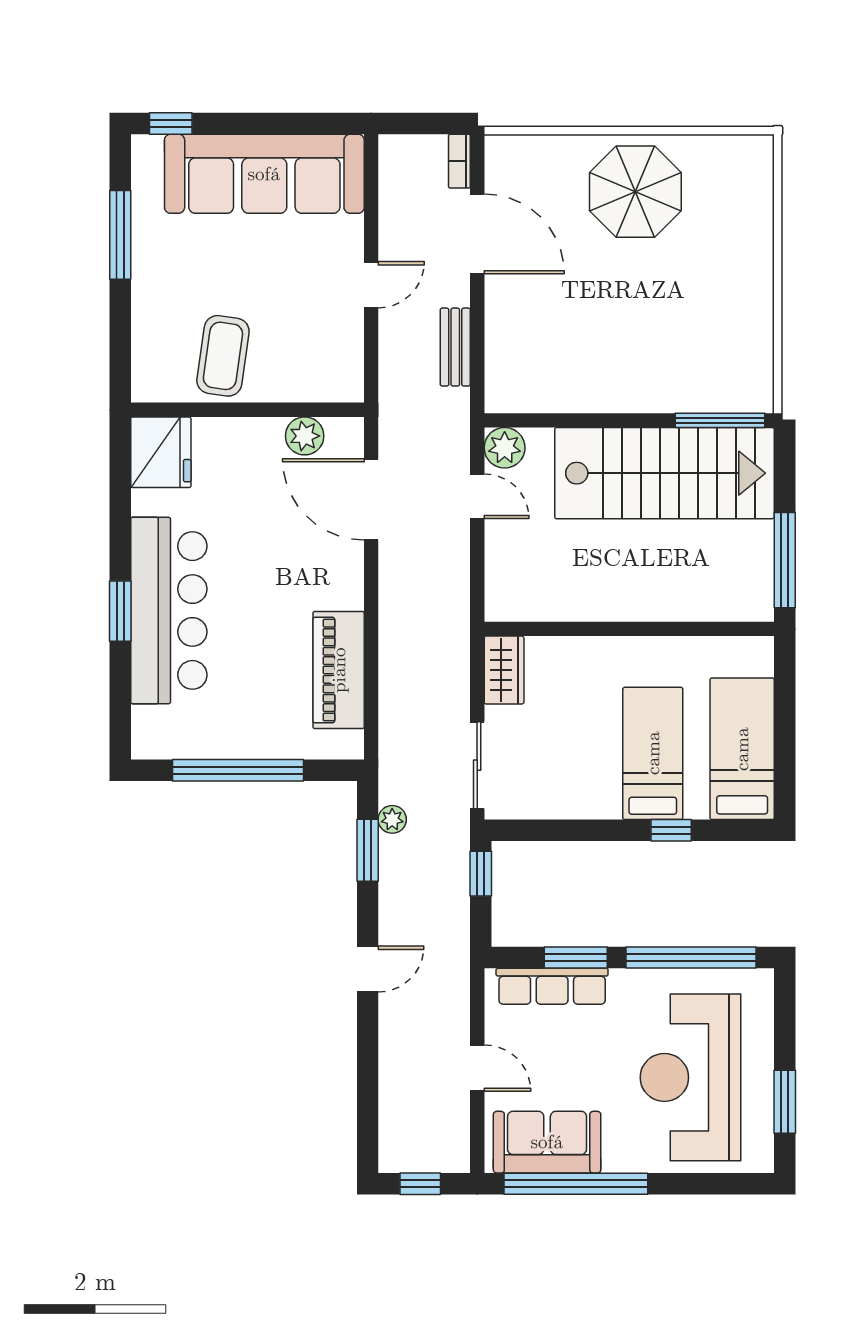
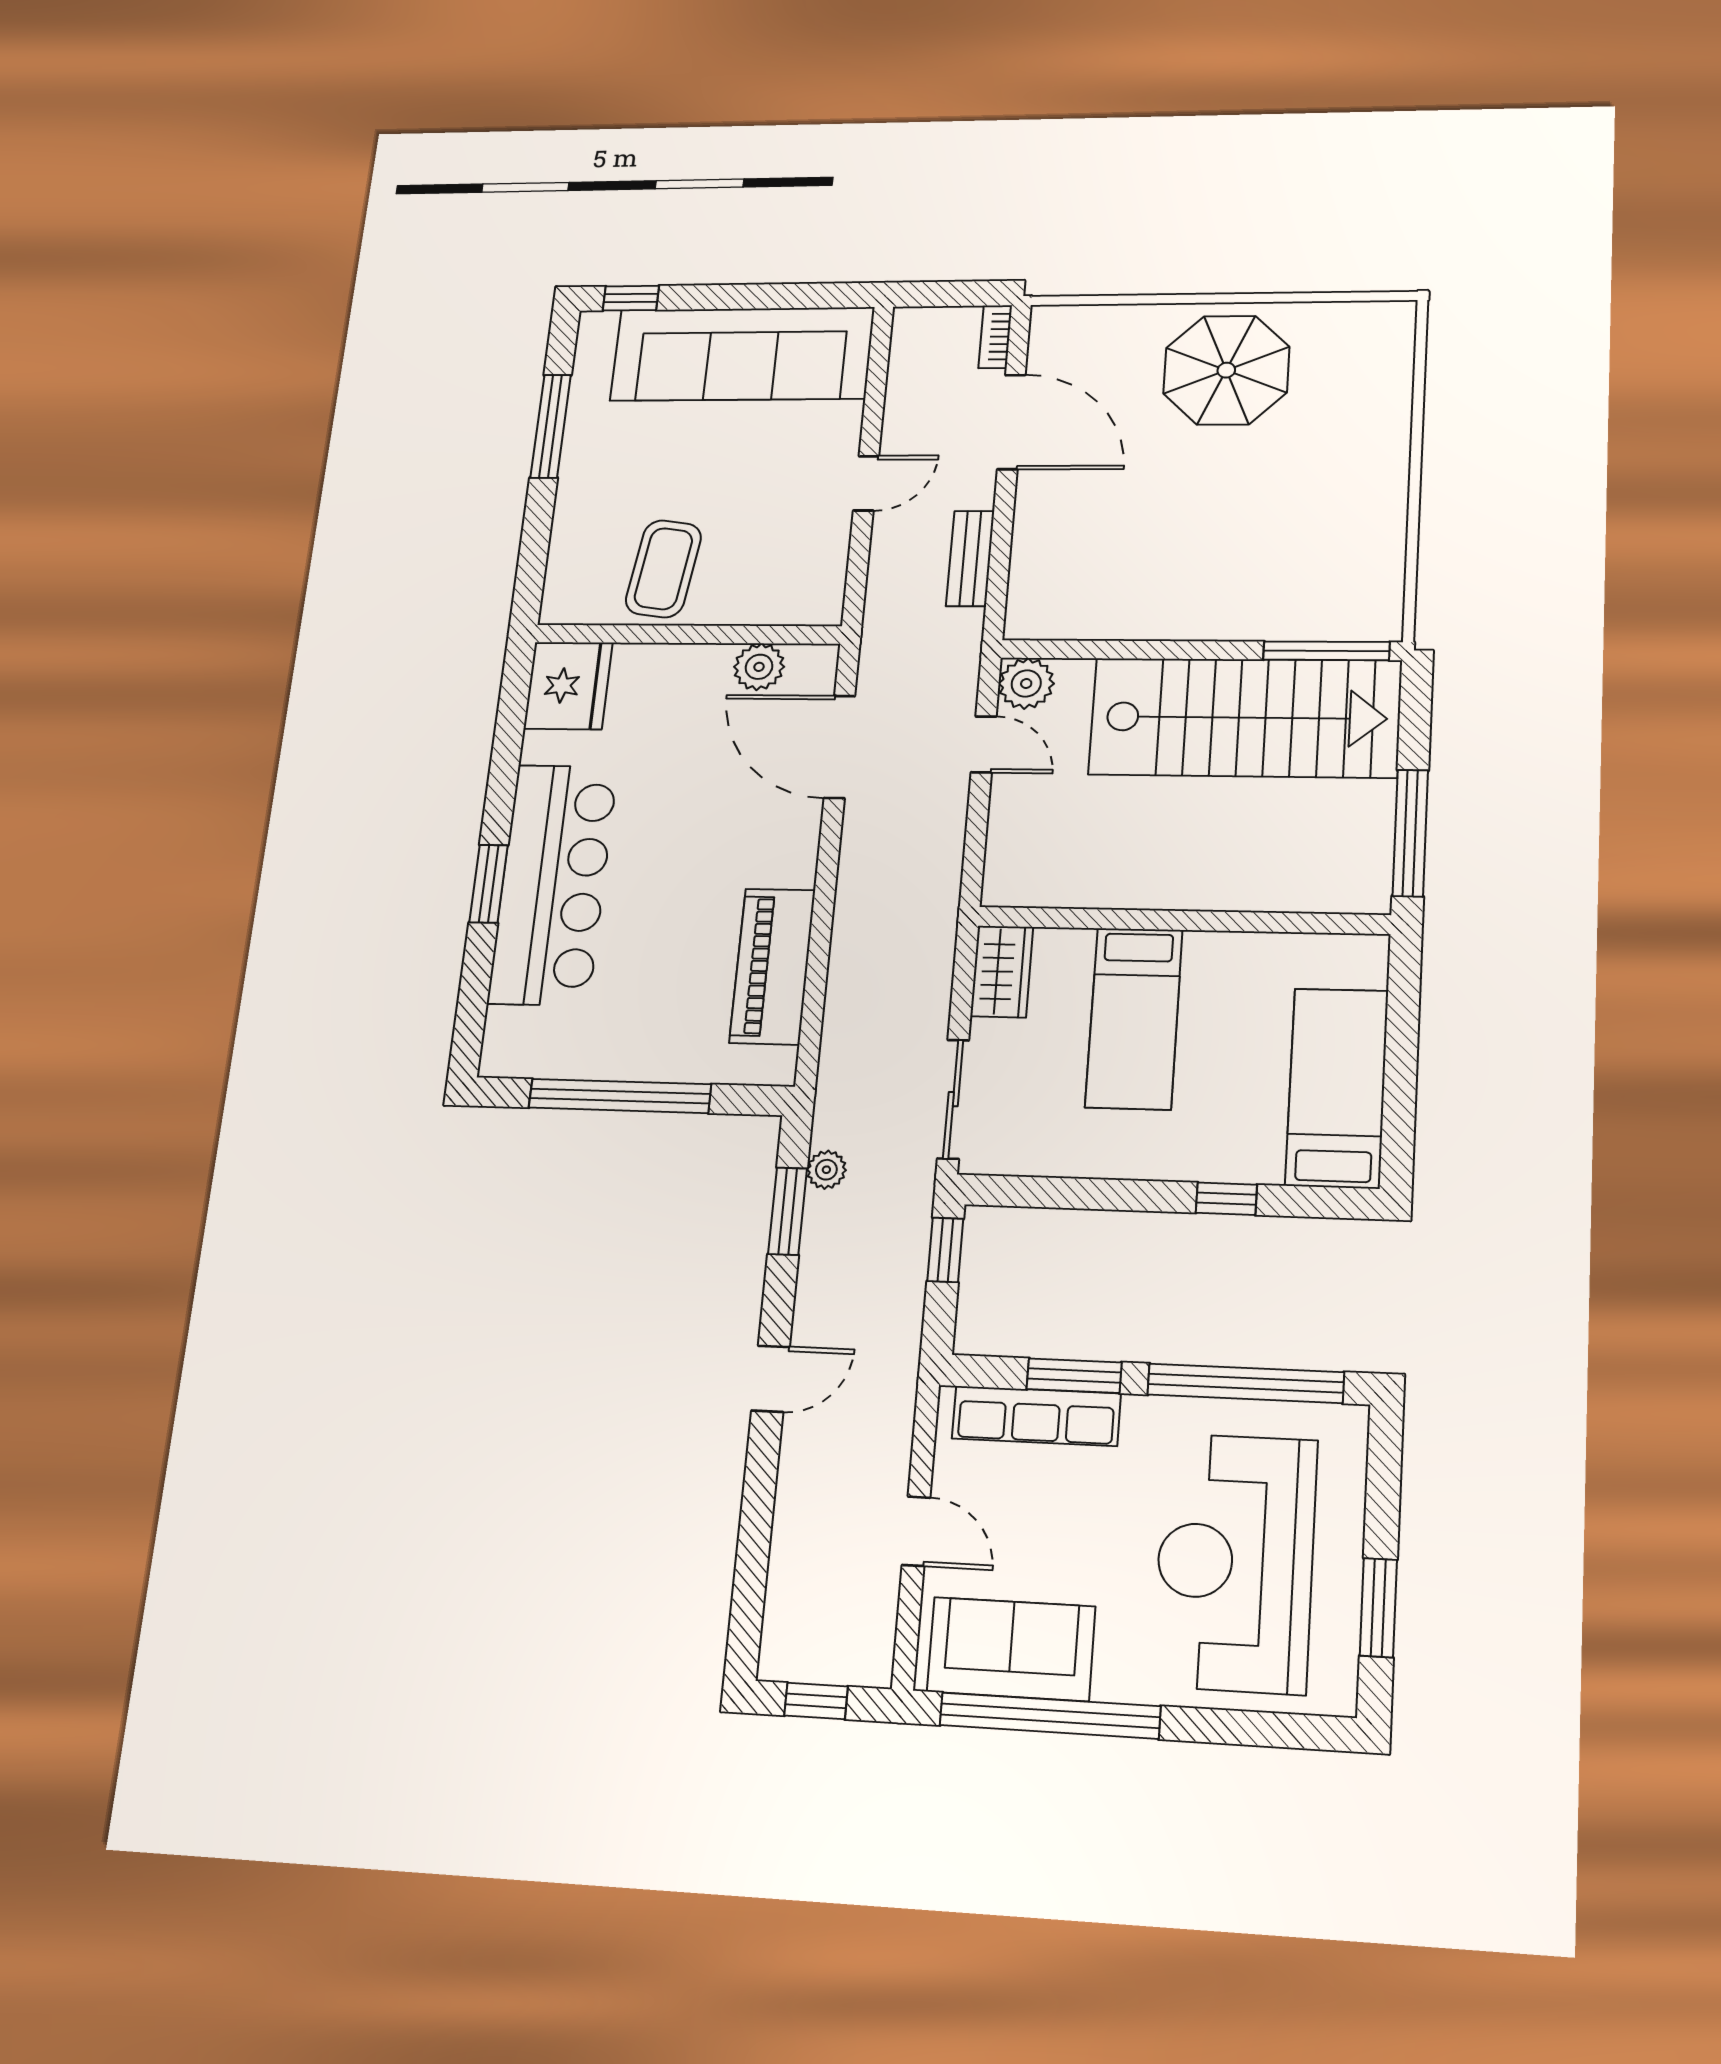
bed: (653, 753) -> (1134, 1018), moved, turned 180

